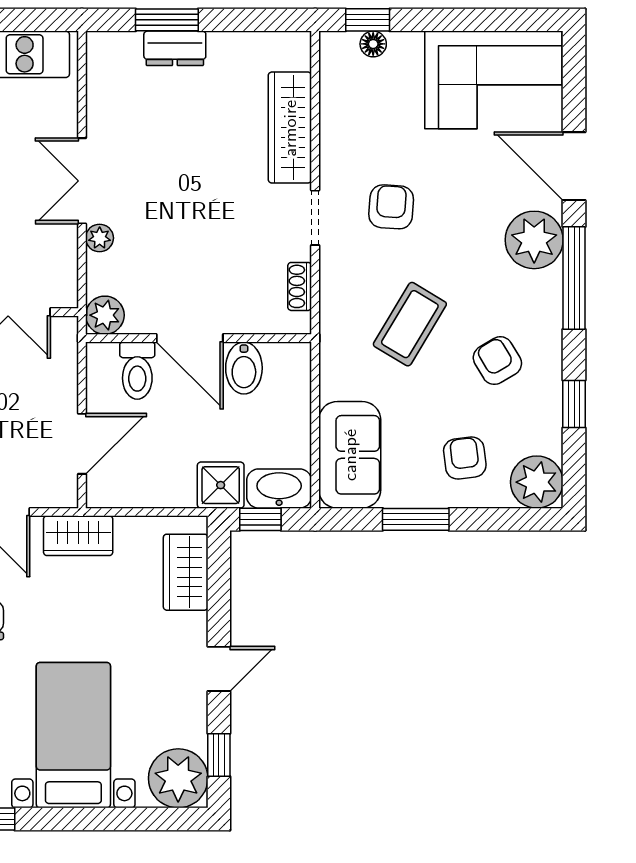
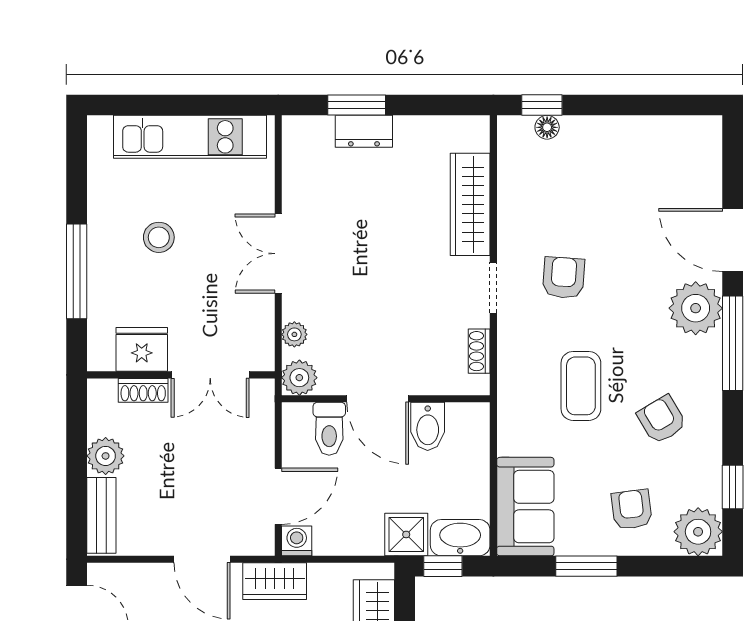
corner sofa: (493, 80) -> (658, 160), removed
plant: (100, 238) -> (294, 334), moved
coffee table: (410, 324) -> (581, 386), turned -31
window: (574, 404) -> (733, 487), moved
washing machine: (102, 492) -> (297, 541), added

